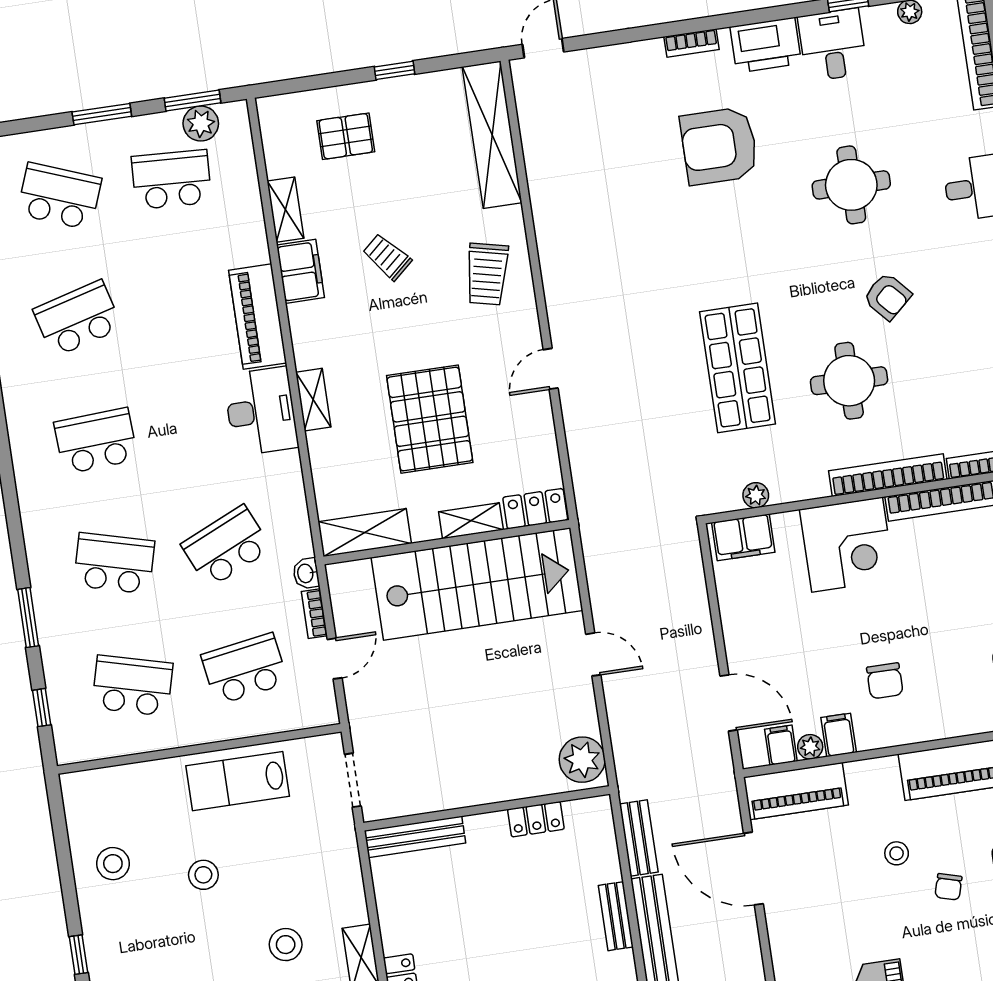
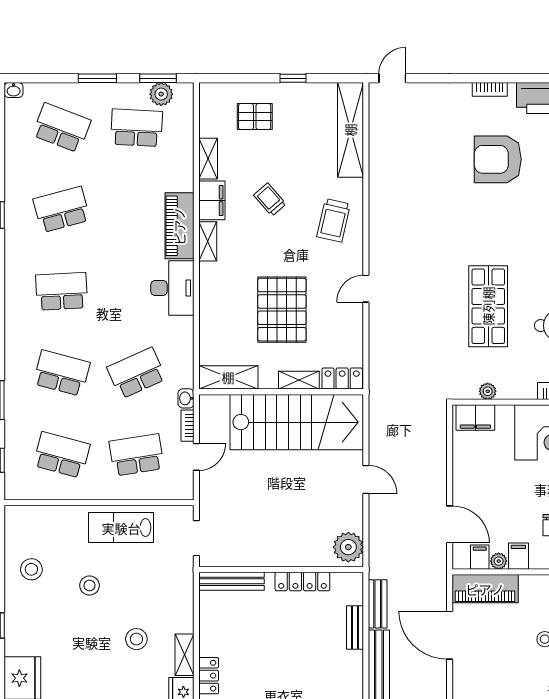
shelving: (313, 400) -> (208, 241), moved
locker: (536, 819) -> (302, 582), width x1.53
bench: (616, 916) -> (355, 628), moved

